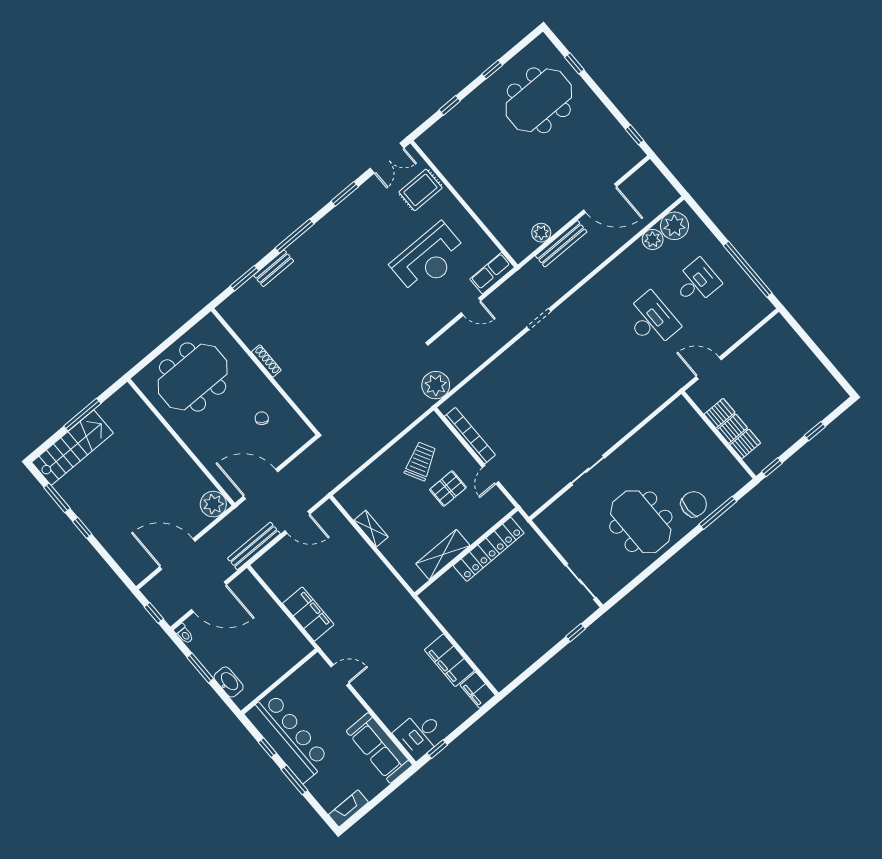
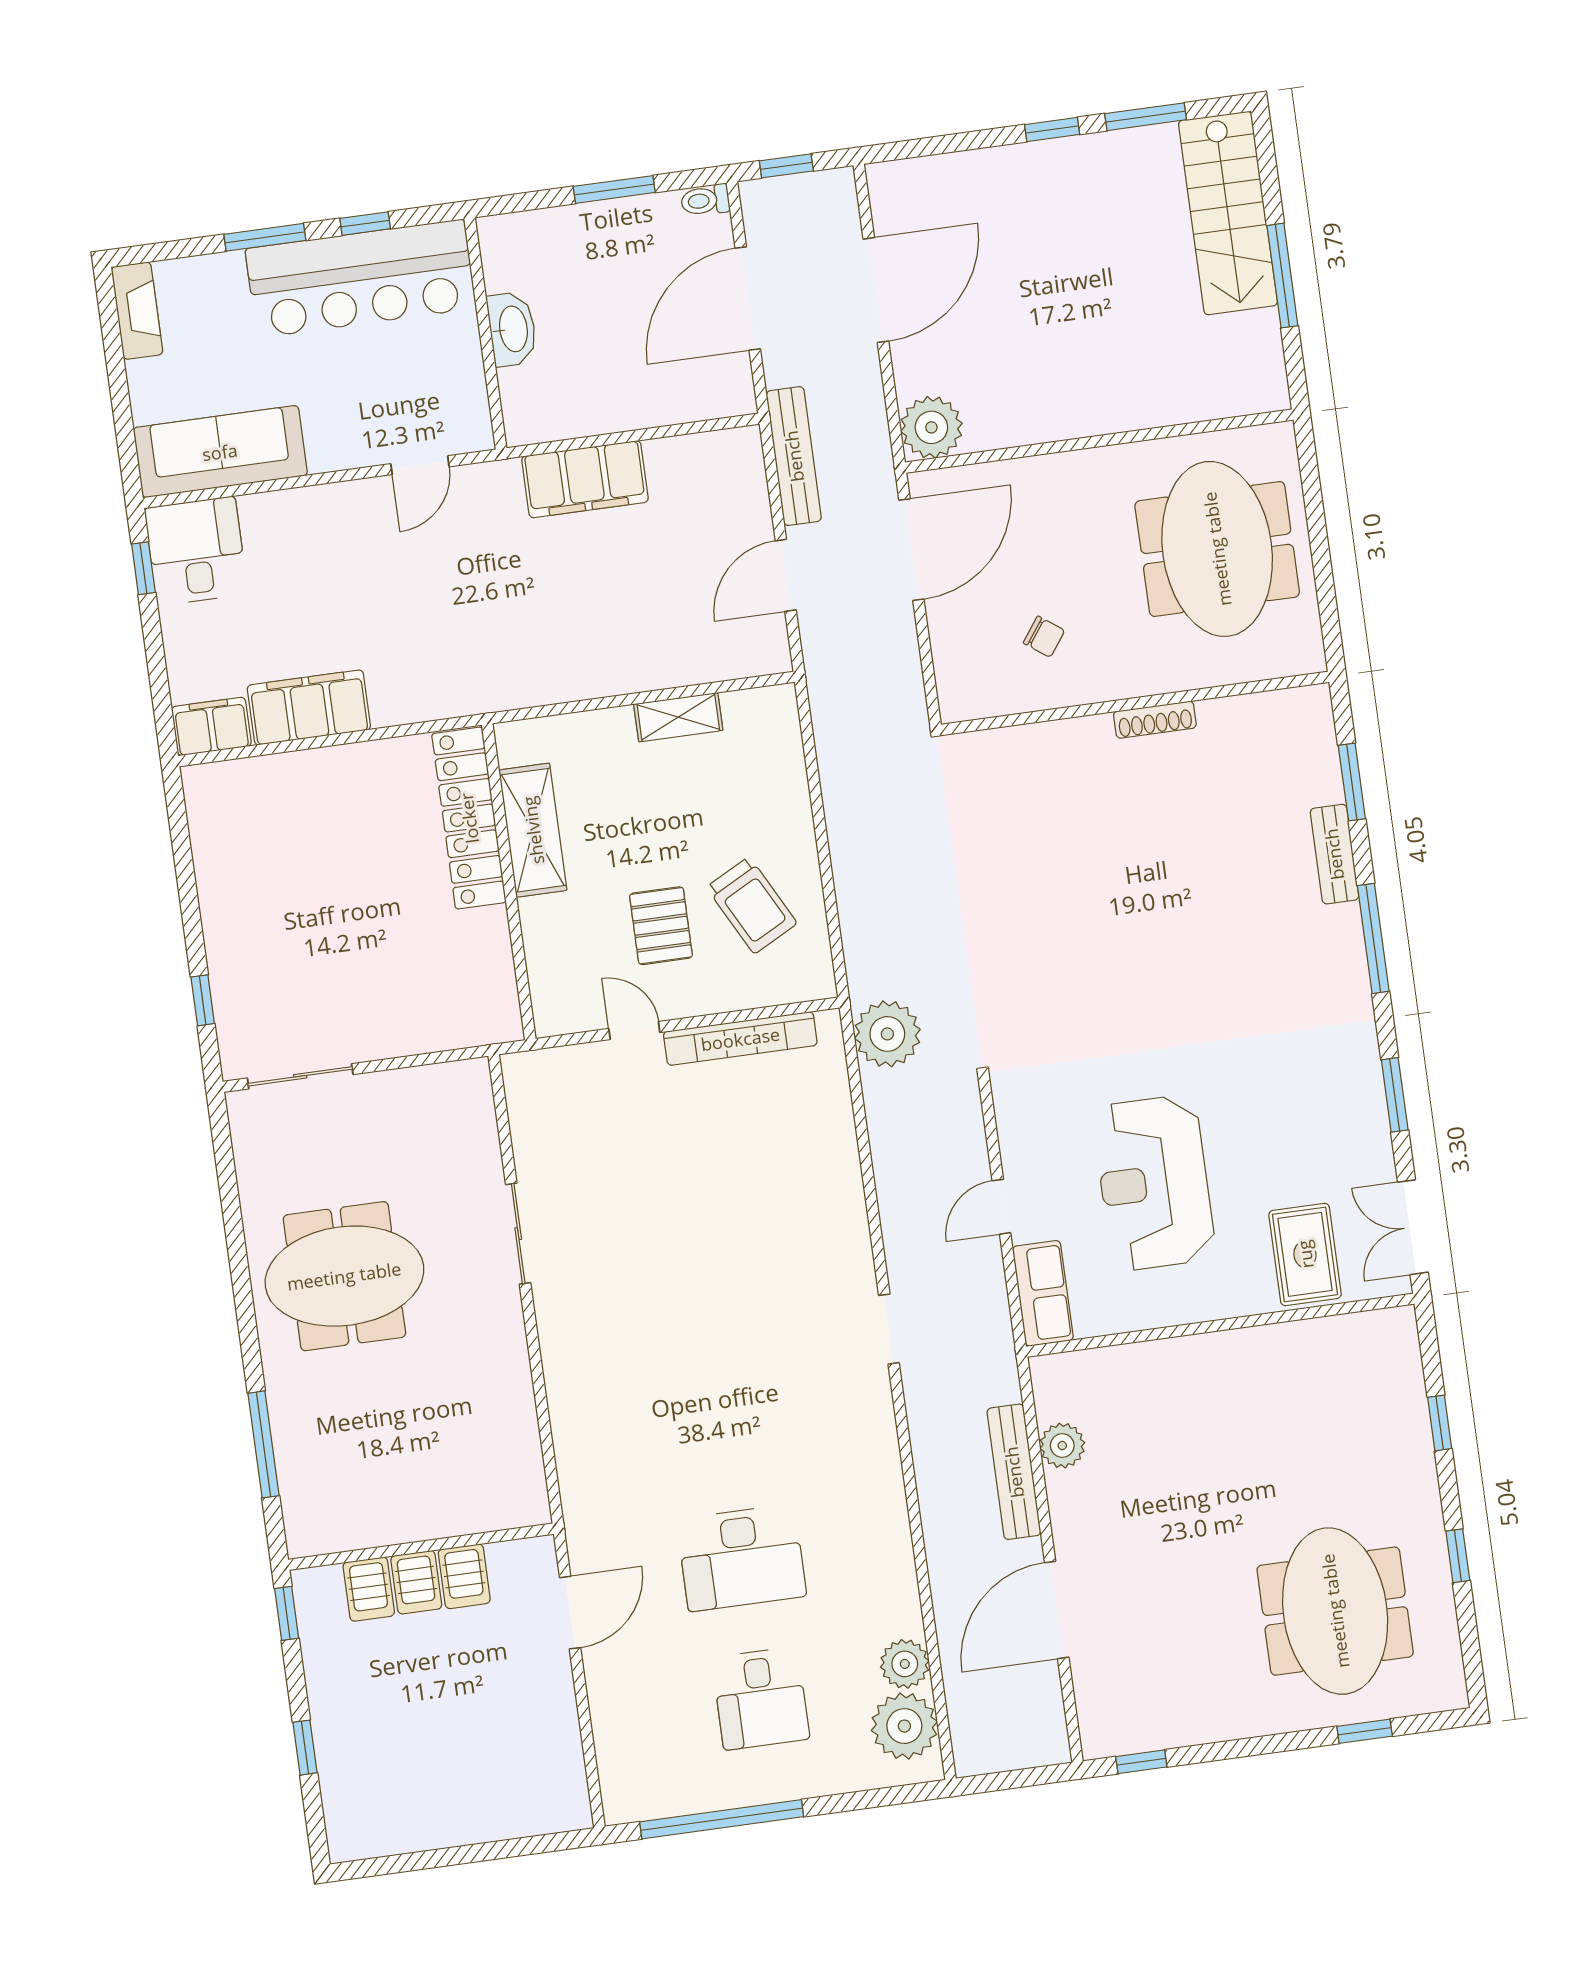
chair: (694, 504) -> (312, 1407), removed
locker: (489, 549) -> (469, 818), moved
washbasin: (229, 682) -> (512, 329), moved, turned -90

